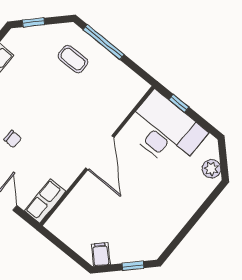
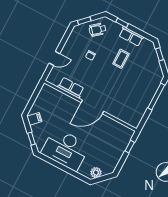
coffee table: (73, 59) -> (121, 59), moved
desk: (165, 131) -> (65, 149), moved, turned 90
row of seats: (45, 201) -> (71, 88), moved

